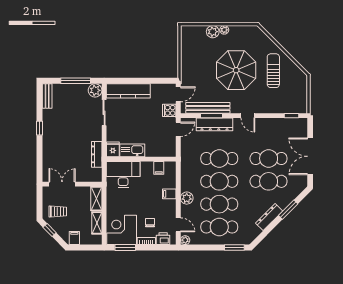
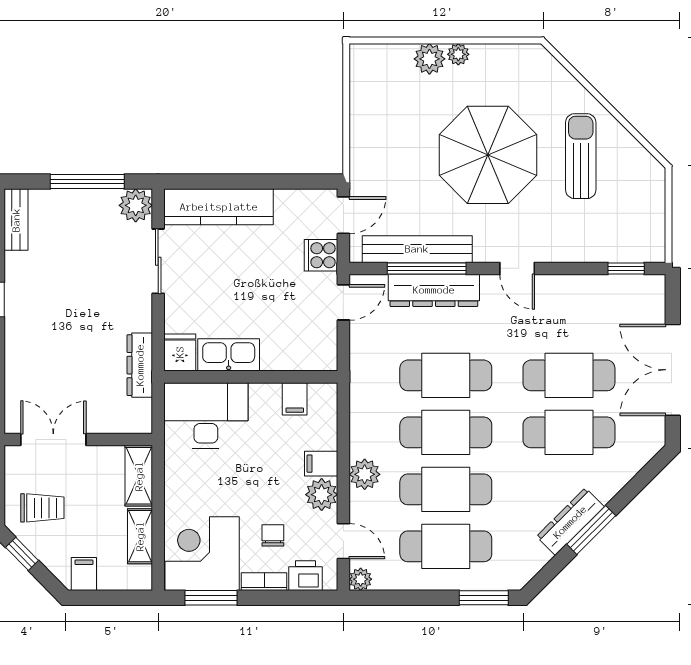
window: (212, 116) -> (427, 268), width x1.44
plant: (169, 206) -> (322, 495), added
window: (288, 210) -> (591, 530), moved

